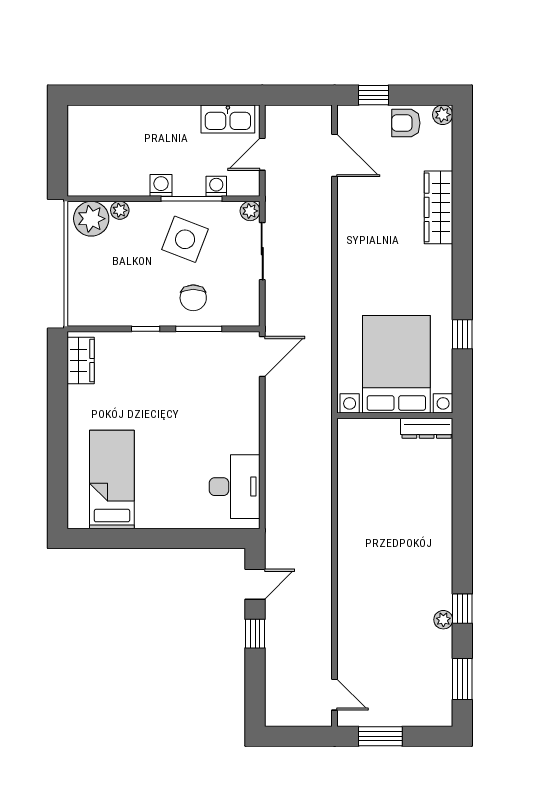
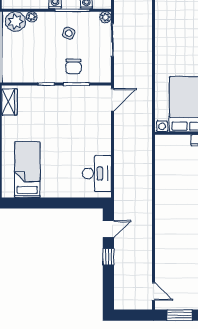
side table: (185, 239) -> (69, 33), width x0.54, depth x0.54

